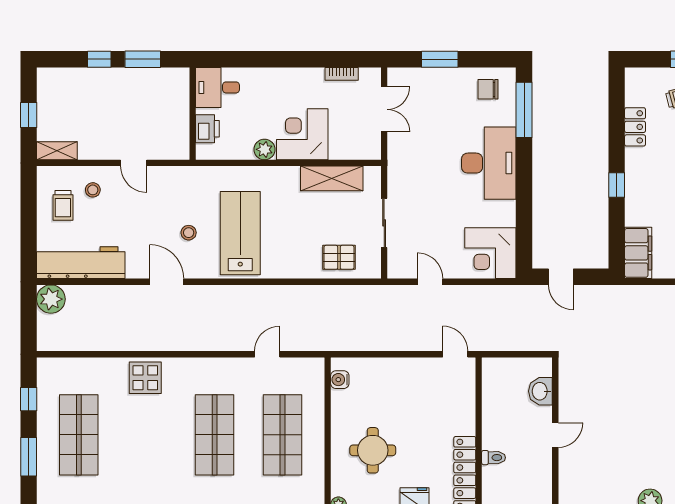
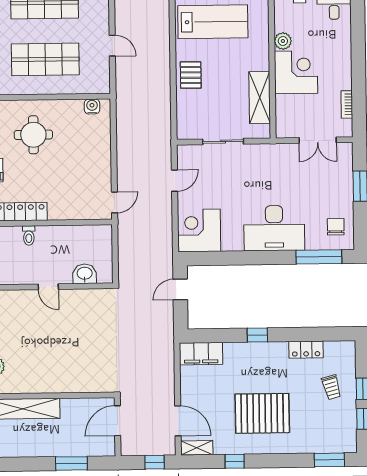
pallet: (339, 257) -> (191, 75), moved

